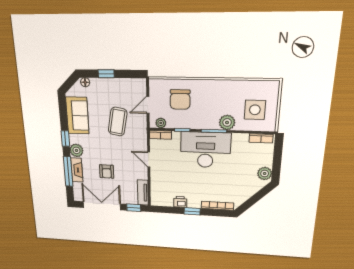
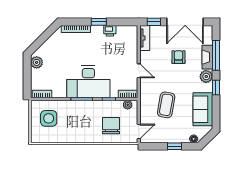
door: (148, 105) -> (139, 132), moved
plant: (227, 122) -> (71, 107), removed

